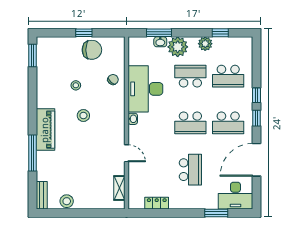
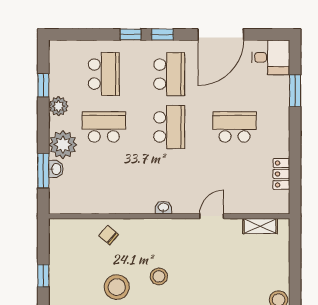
chair: (92, 50) -> (67, 265), removed
school desk: (190, 76) -> (104, 127), turned 90
stool: (76, 85) -> (117, 287), width x1.89, depth x1.89
desk: (145, 89) -> (122, 190), removed
door: (257, 160) -> (221, 34), hinge flipped
desk: (235, 196) -> (271, 57), width x0.73

